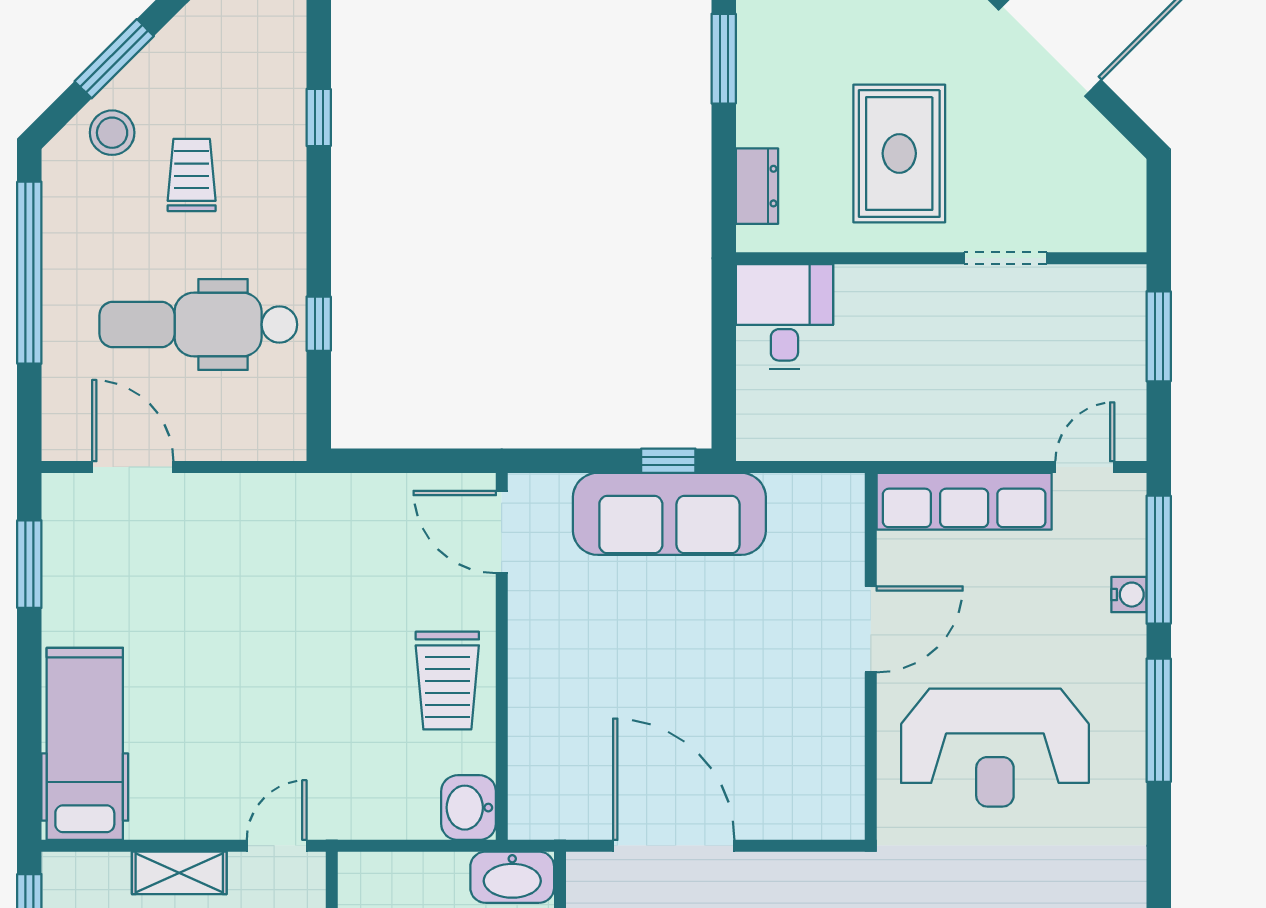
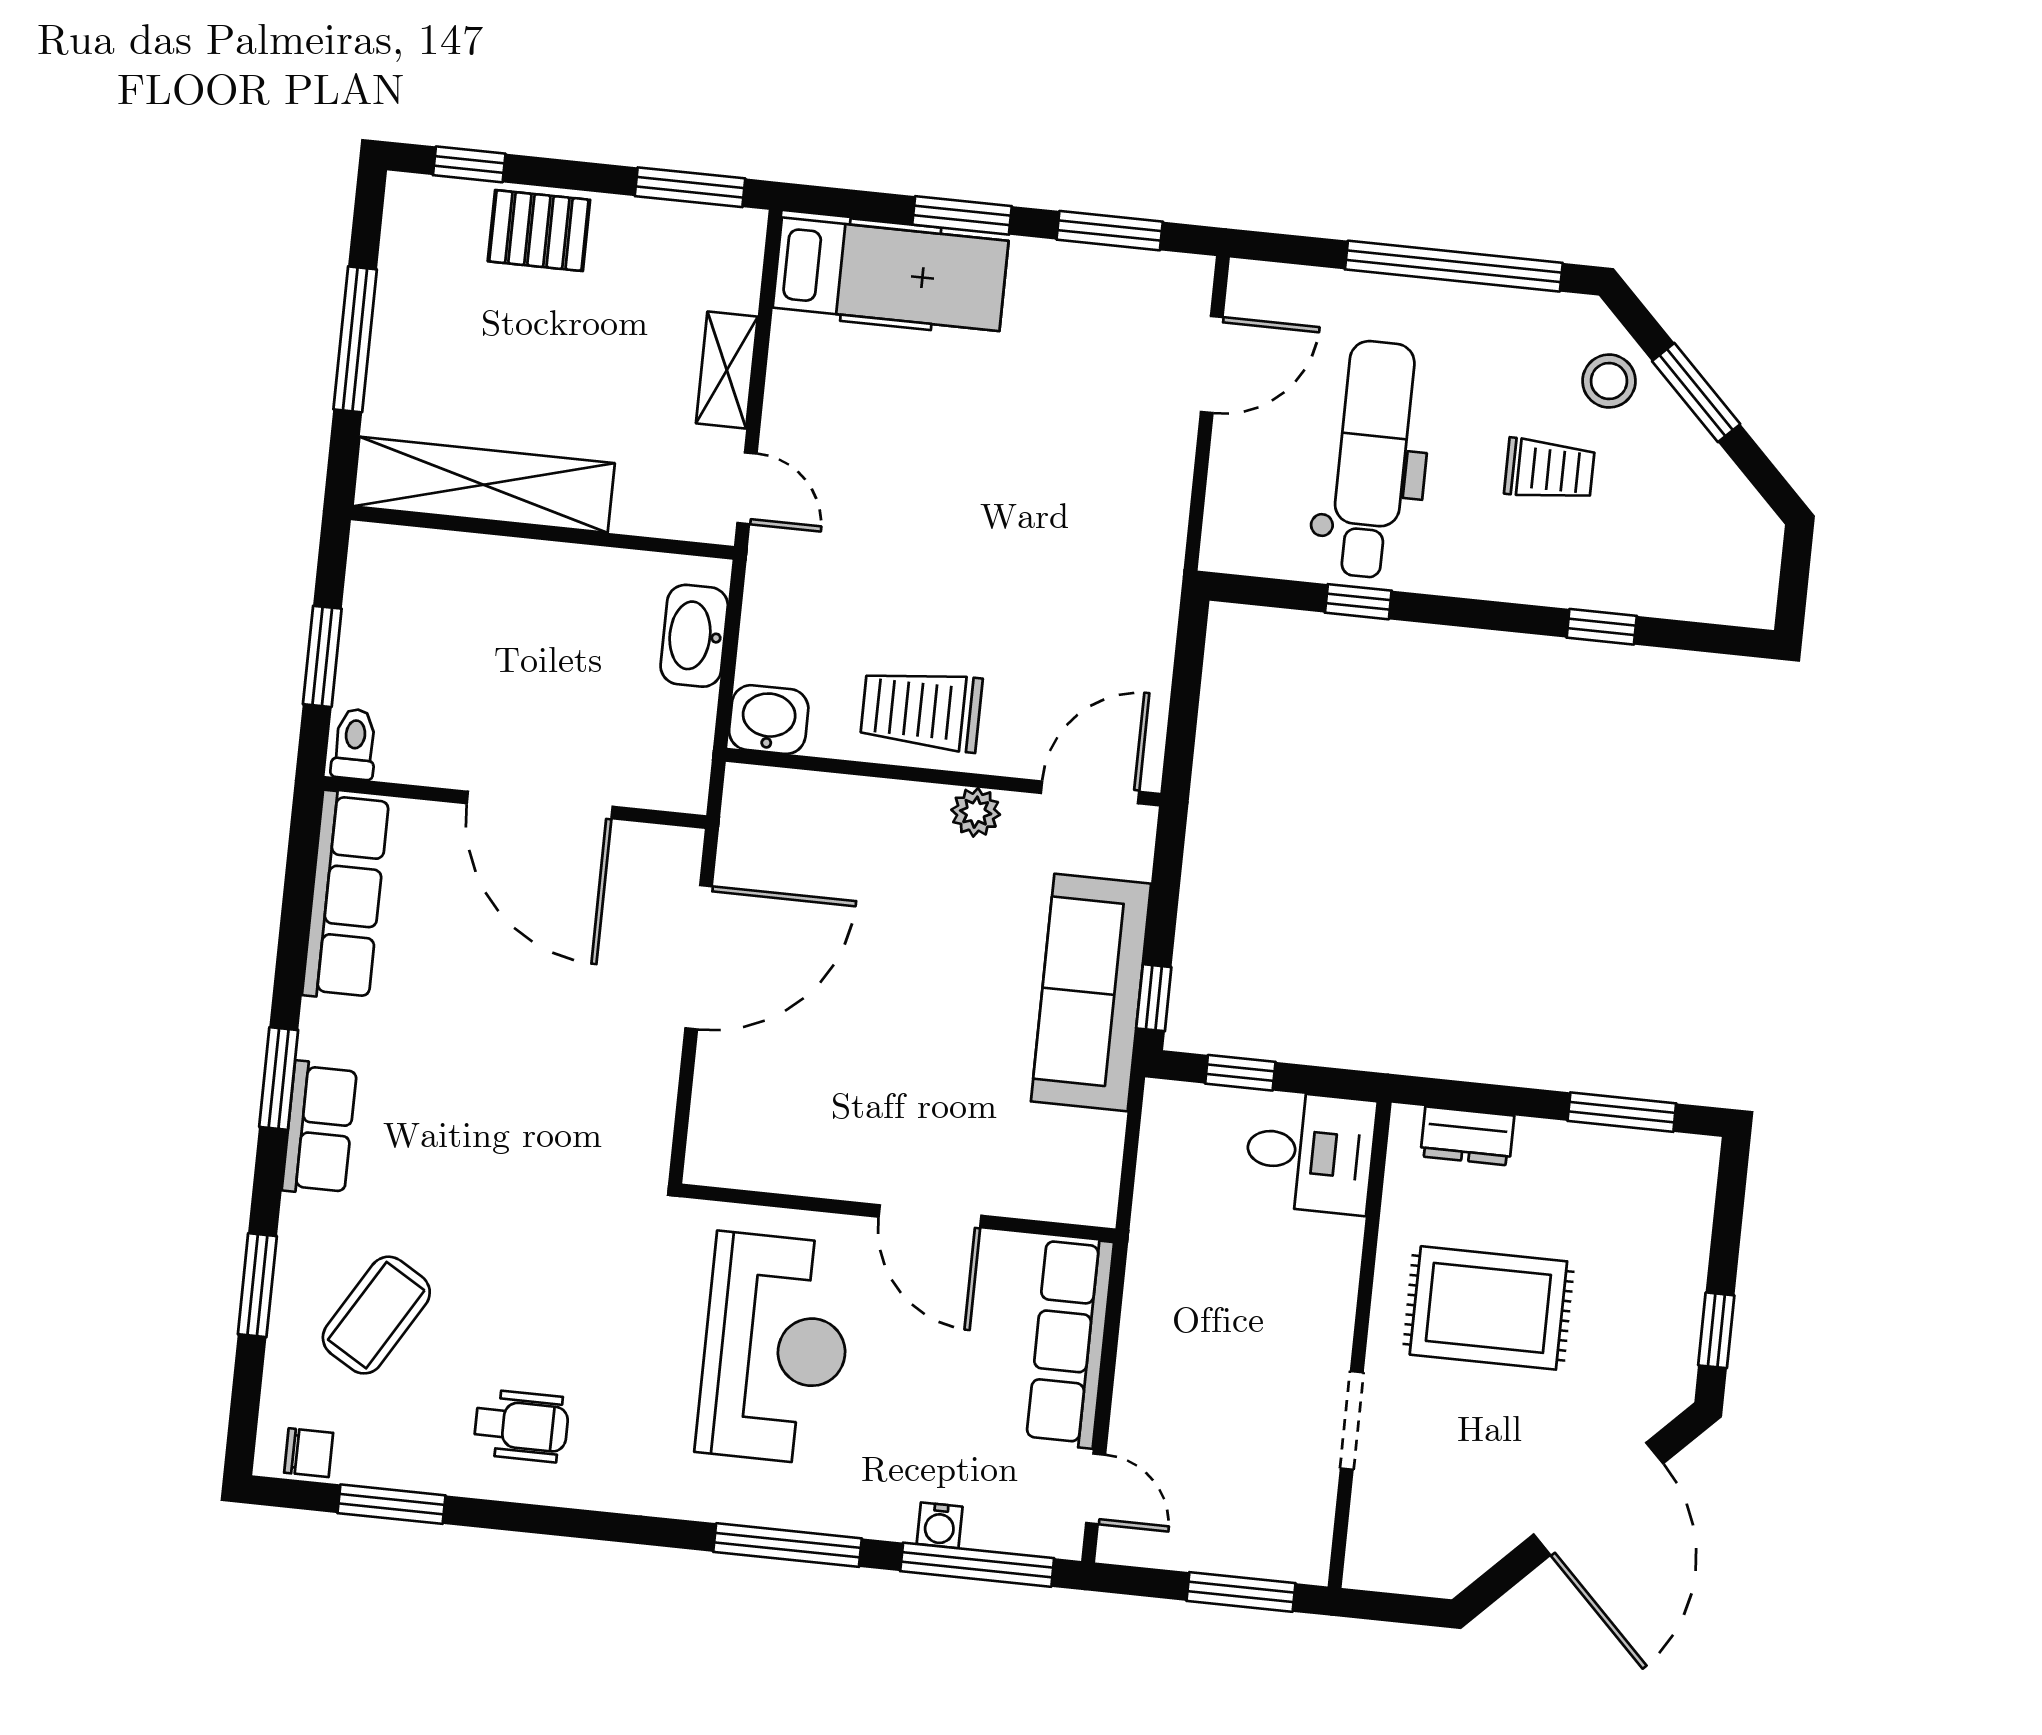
window: (724, 382) -> (1240, 1073), added
plant: (528, 626) -> (976, 812), added
window: (29, 689) -> (962, 215), added
reception desk: (995, 748) -> (775, 1348), turned 180
washbasin: (512, 877) -> (694, 636), moved

